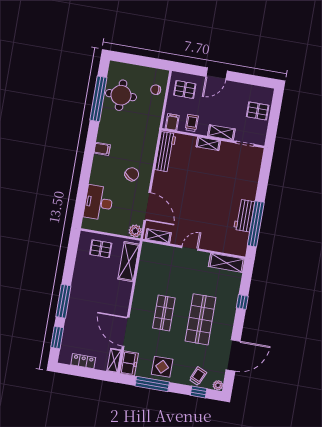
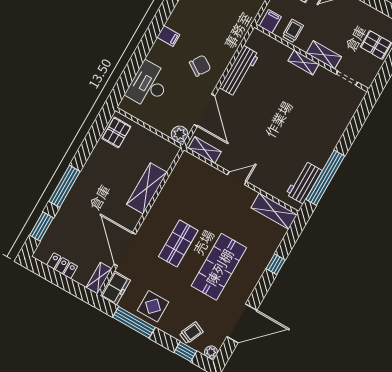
filing cabinet: (102, 149) -> (168, 36), moved
workbench: (165, 152) -> (239, 71), moved
workbench: (244, 216) -> (304, 182), moved
pallet: (101, 249) -> (116, 132), moved, turned 90
shelving: (129, 262) -> (147, 188), moved

